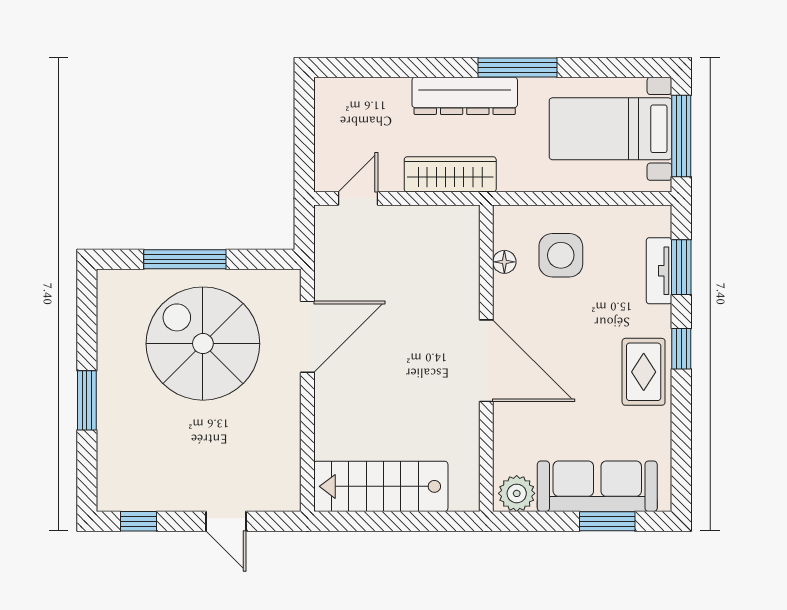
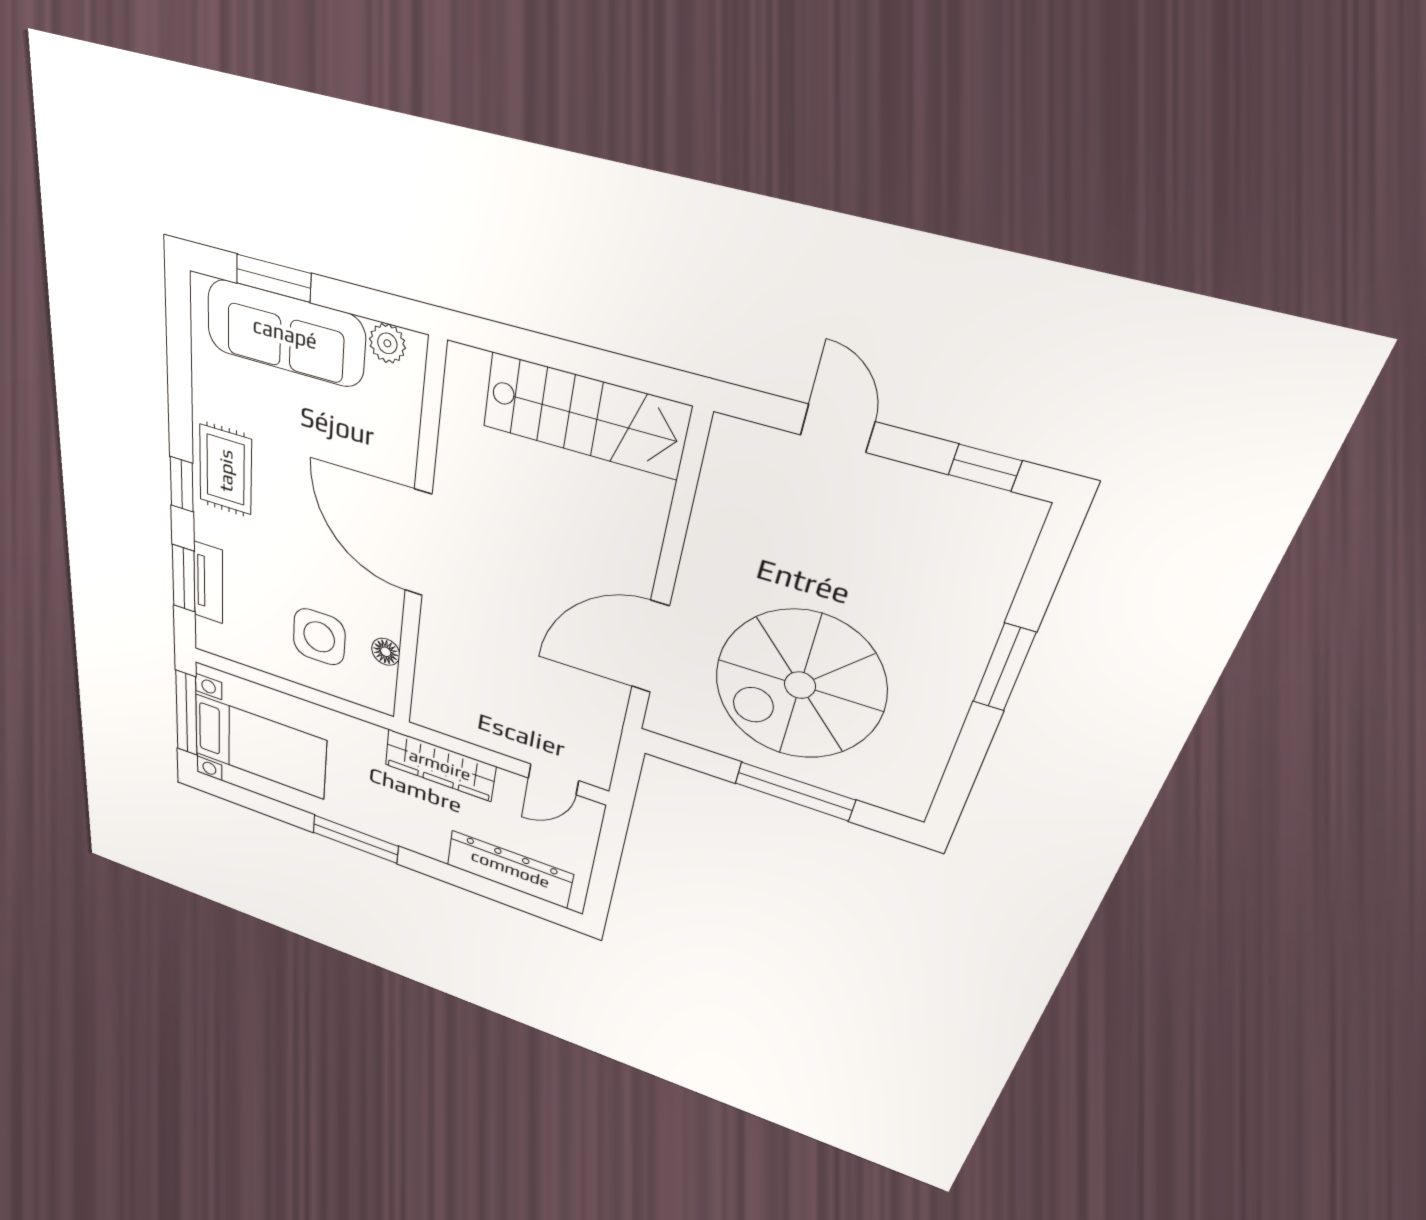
dresser: (465, 96) -> (510, 869), moved
spiral stairs: (203, 344) -> (800, 685), turned 90
plant: (517, 493) -> (387, 343), width x0.73, depth x0.73

